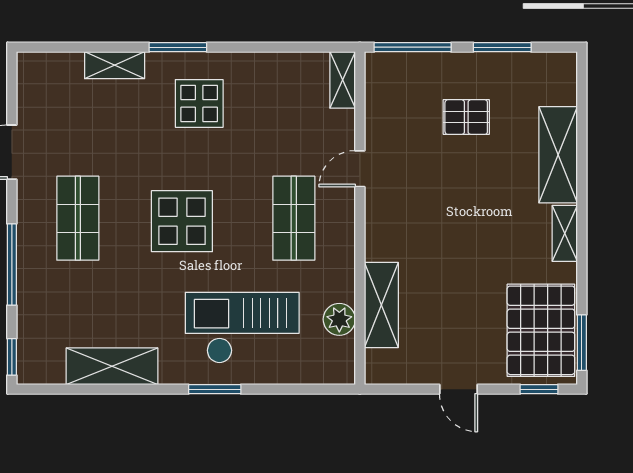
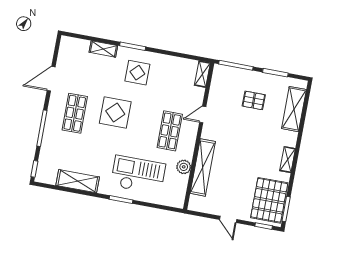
shelving: (558, 155) -> (294, 109), moved
display table: (182, 221) -> (115, 112), moved
shelving: (381, 305) -> (203, 167), width x1.47
plant: (339, 319) -> (184, 167), moved

